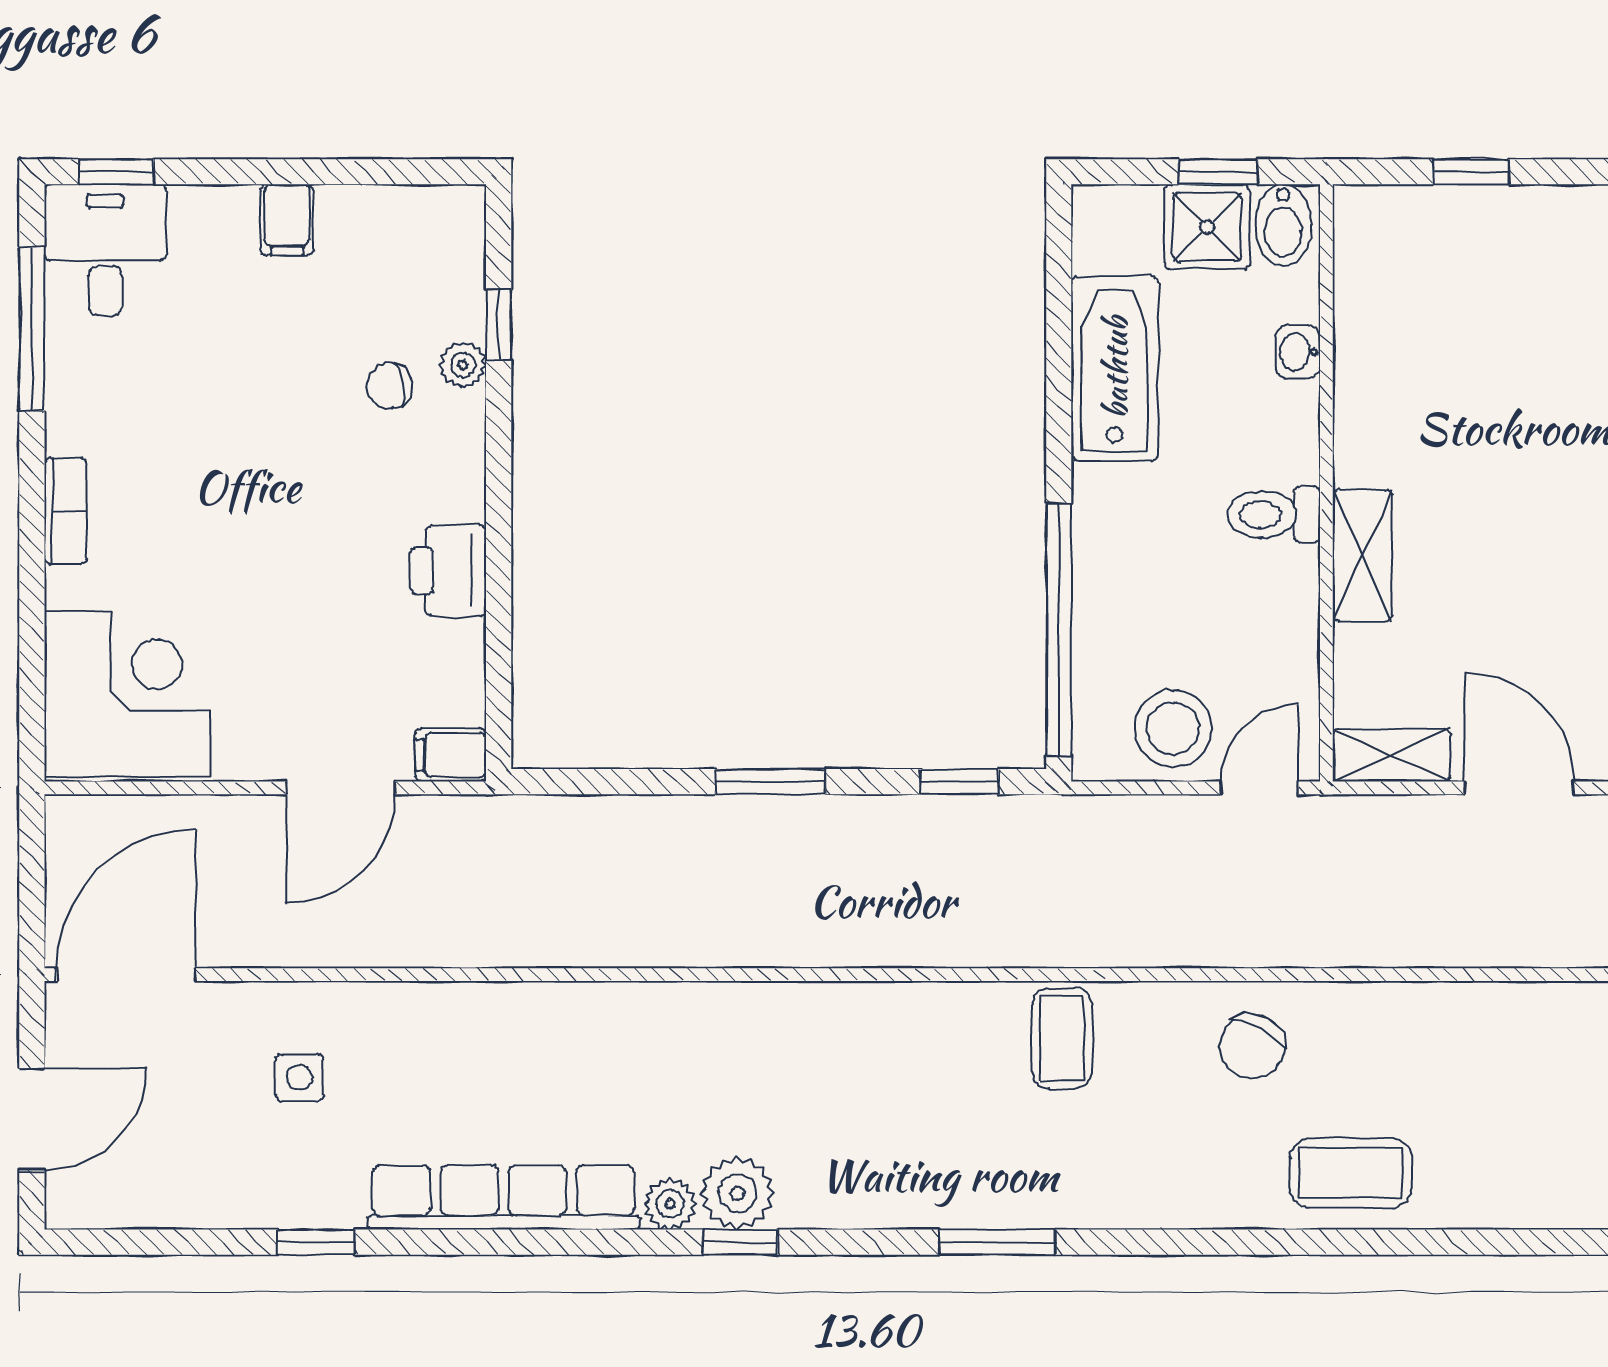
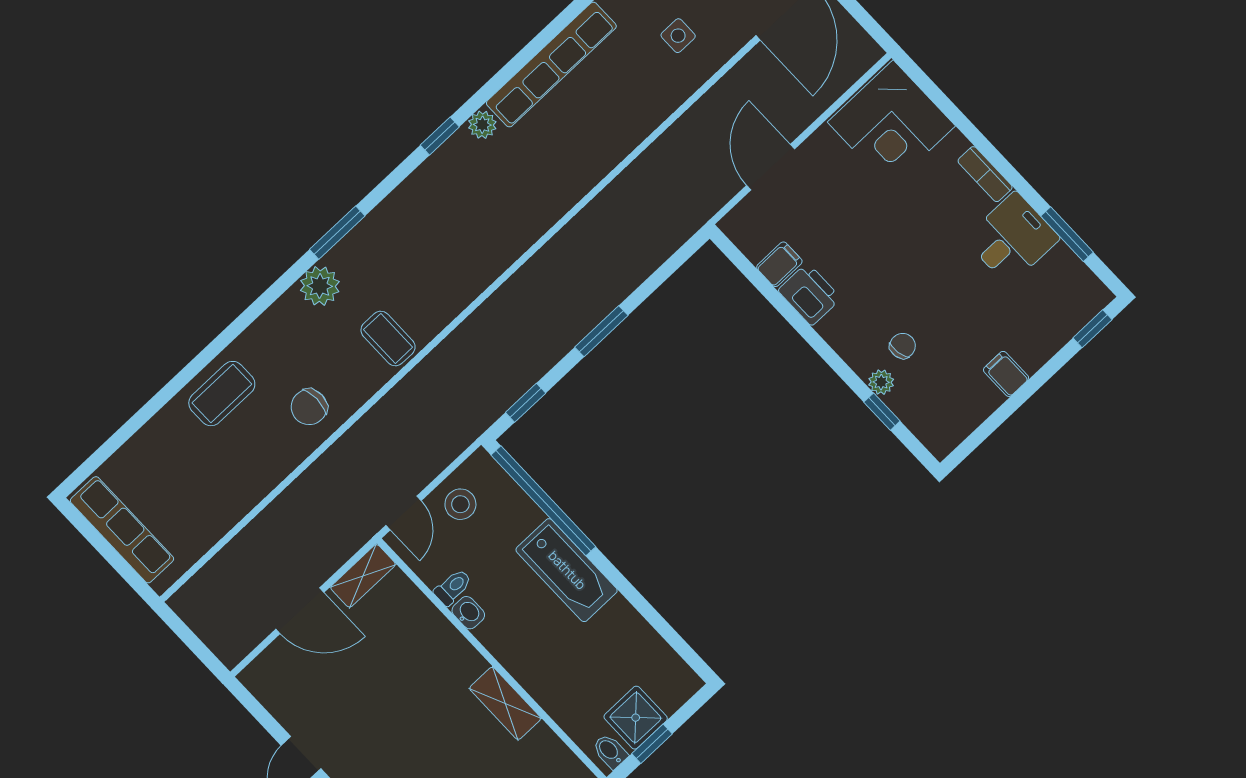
bidet: (1283, 225) -> (610, 751), width x0.72, depth x0.74
desk: (105, 250) -> (1012, 239), moved, turned -90
window: (32, 329) -> (1067, 234), width x0.69
washbasin: (1298, 352) -> (468, 613), moved
bathtub: (1115, 368) -> (567, 570), moved
toilet: (1274, 514) -> (453, 587), moved, width x0.73, depth x0.72
shelving: (1362, 555) -> (505, 703), moved
stool: (1173, 728) -> (460, 504), width x0.73, depth x0.73
filing cabinet: (451, 755) -> (779, 264), moved
chair: (1252, 1046) -> (309, 407), turned -118
plant: (737, 1193) -> (320, 286), moved

